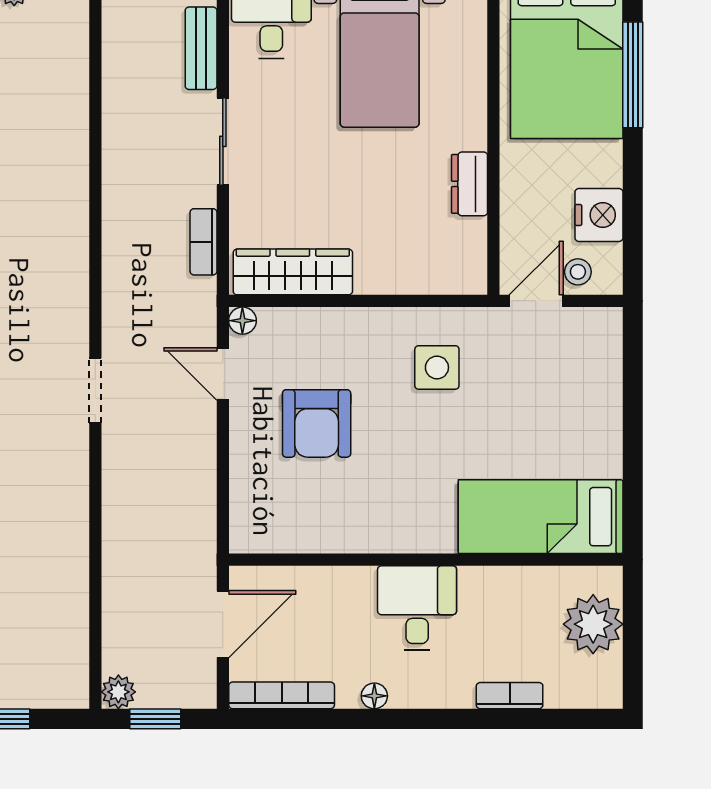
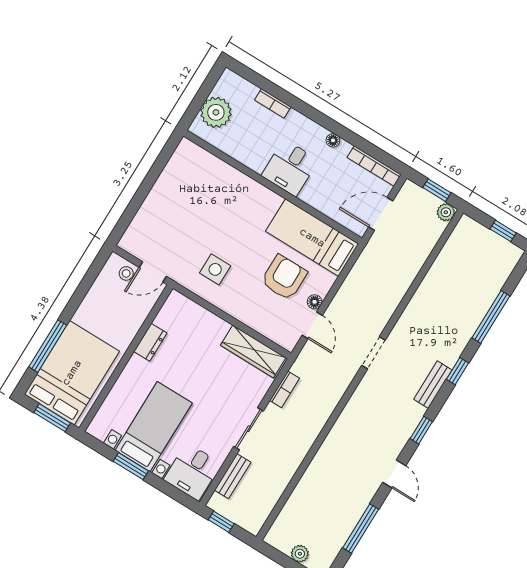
nightstand: (599, 215) -> (101, 293), removed
floor lamp: (242, 321) -> (315, 302), moved
bed: (541, 517) -> (312, 238), moved, turned 180

